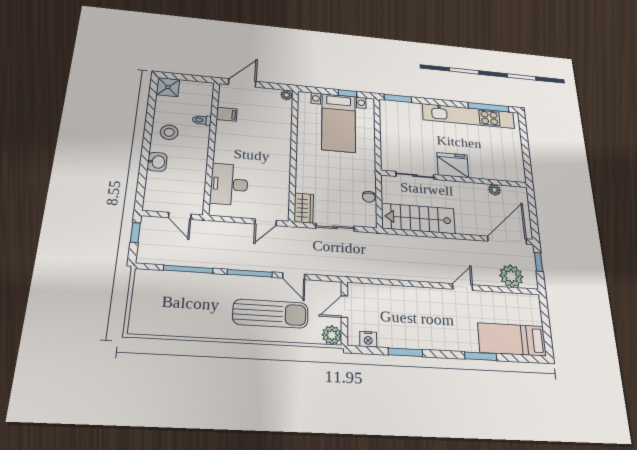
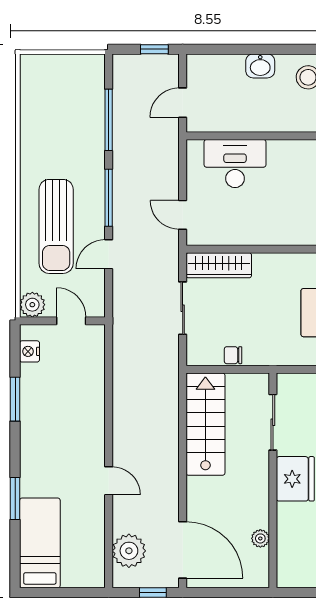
wardrobe: (304, 208) -> (219, 265), width x1.50

